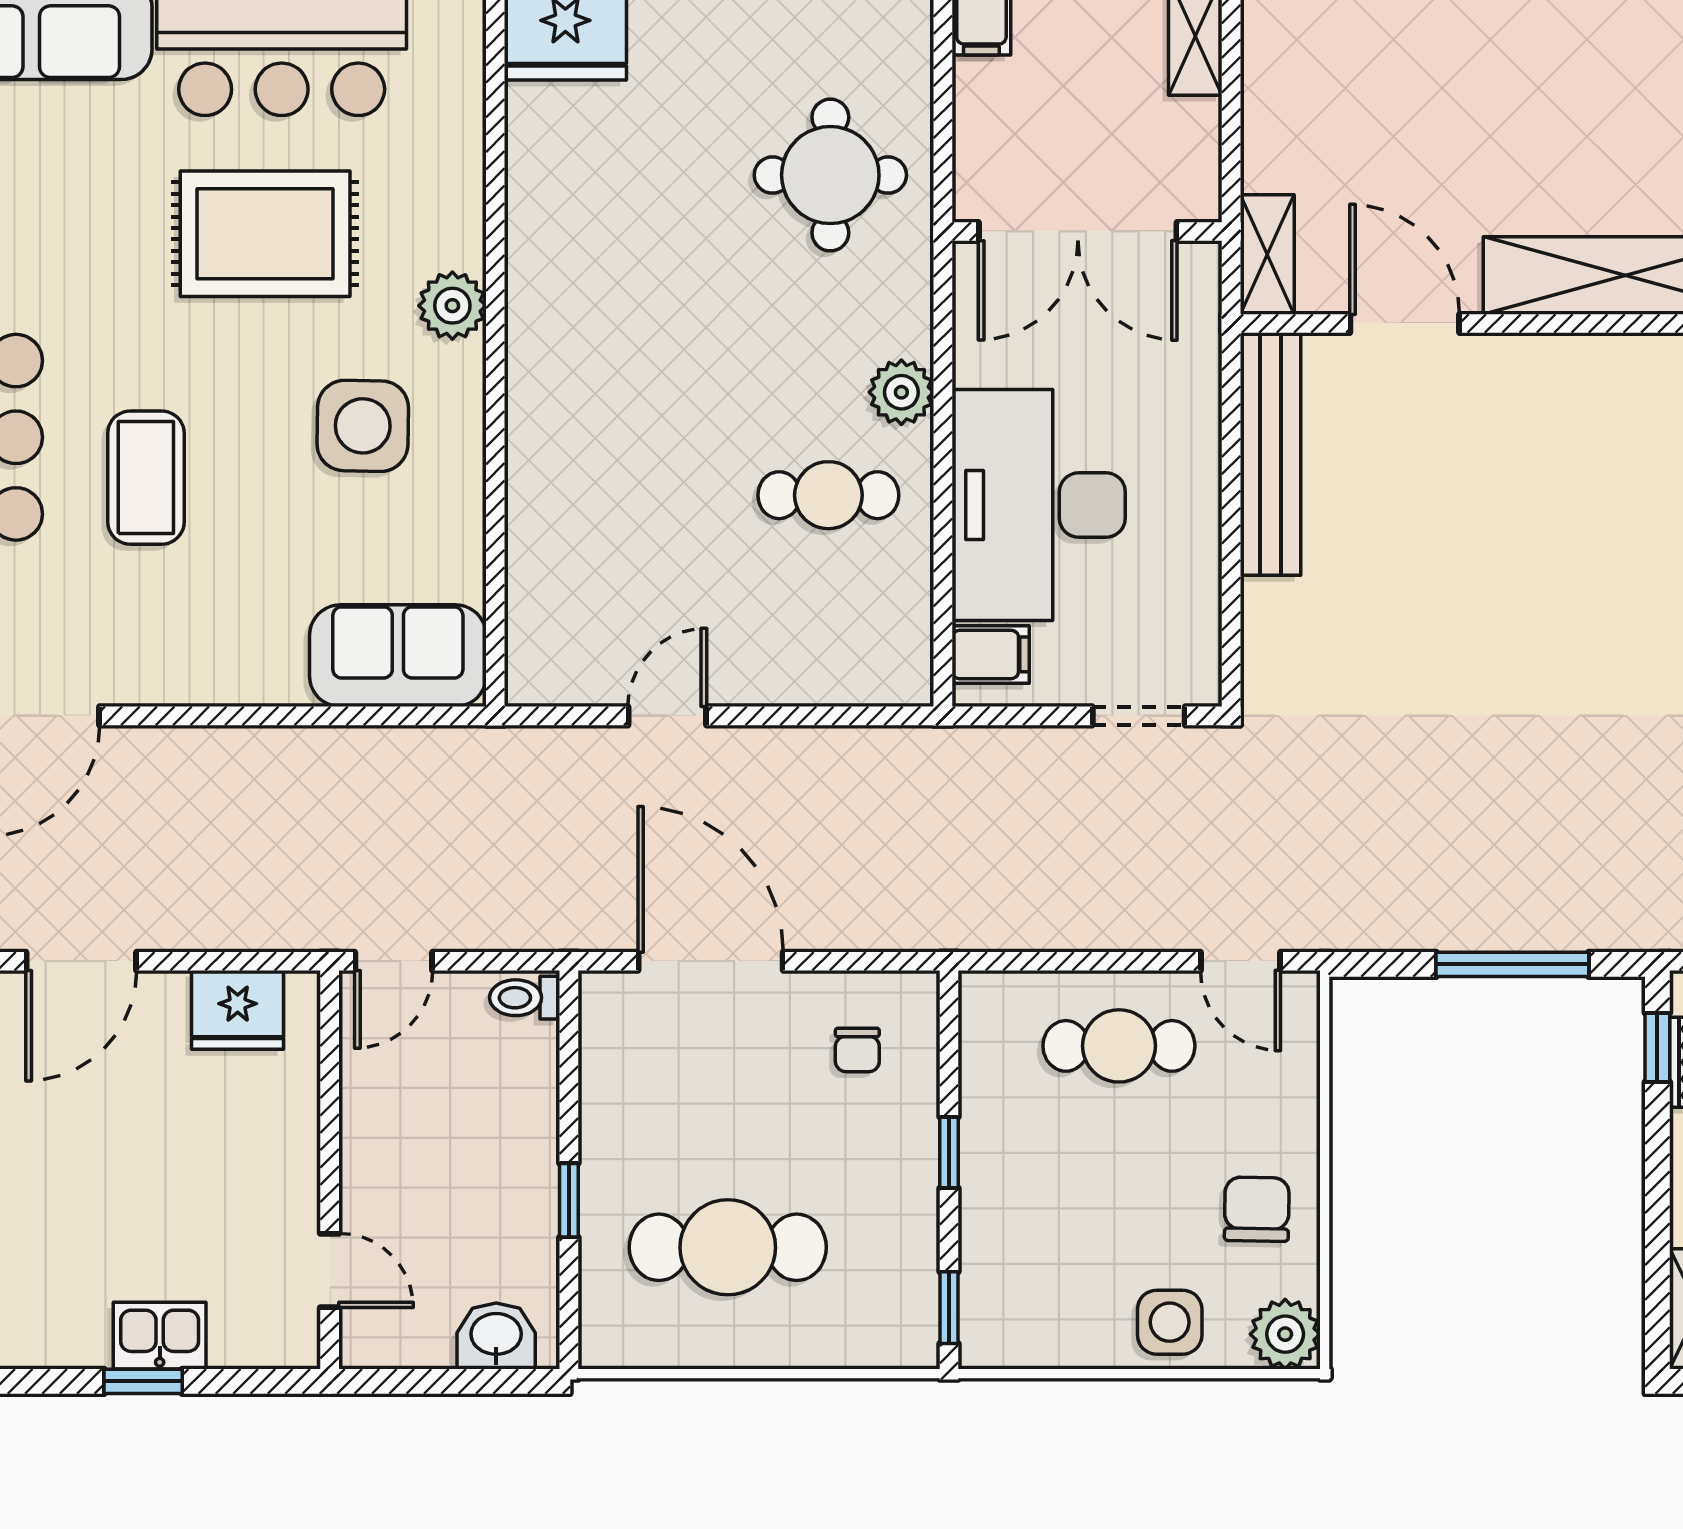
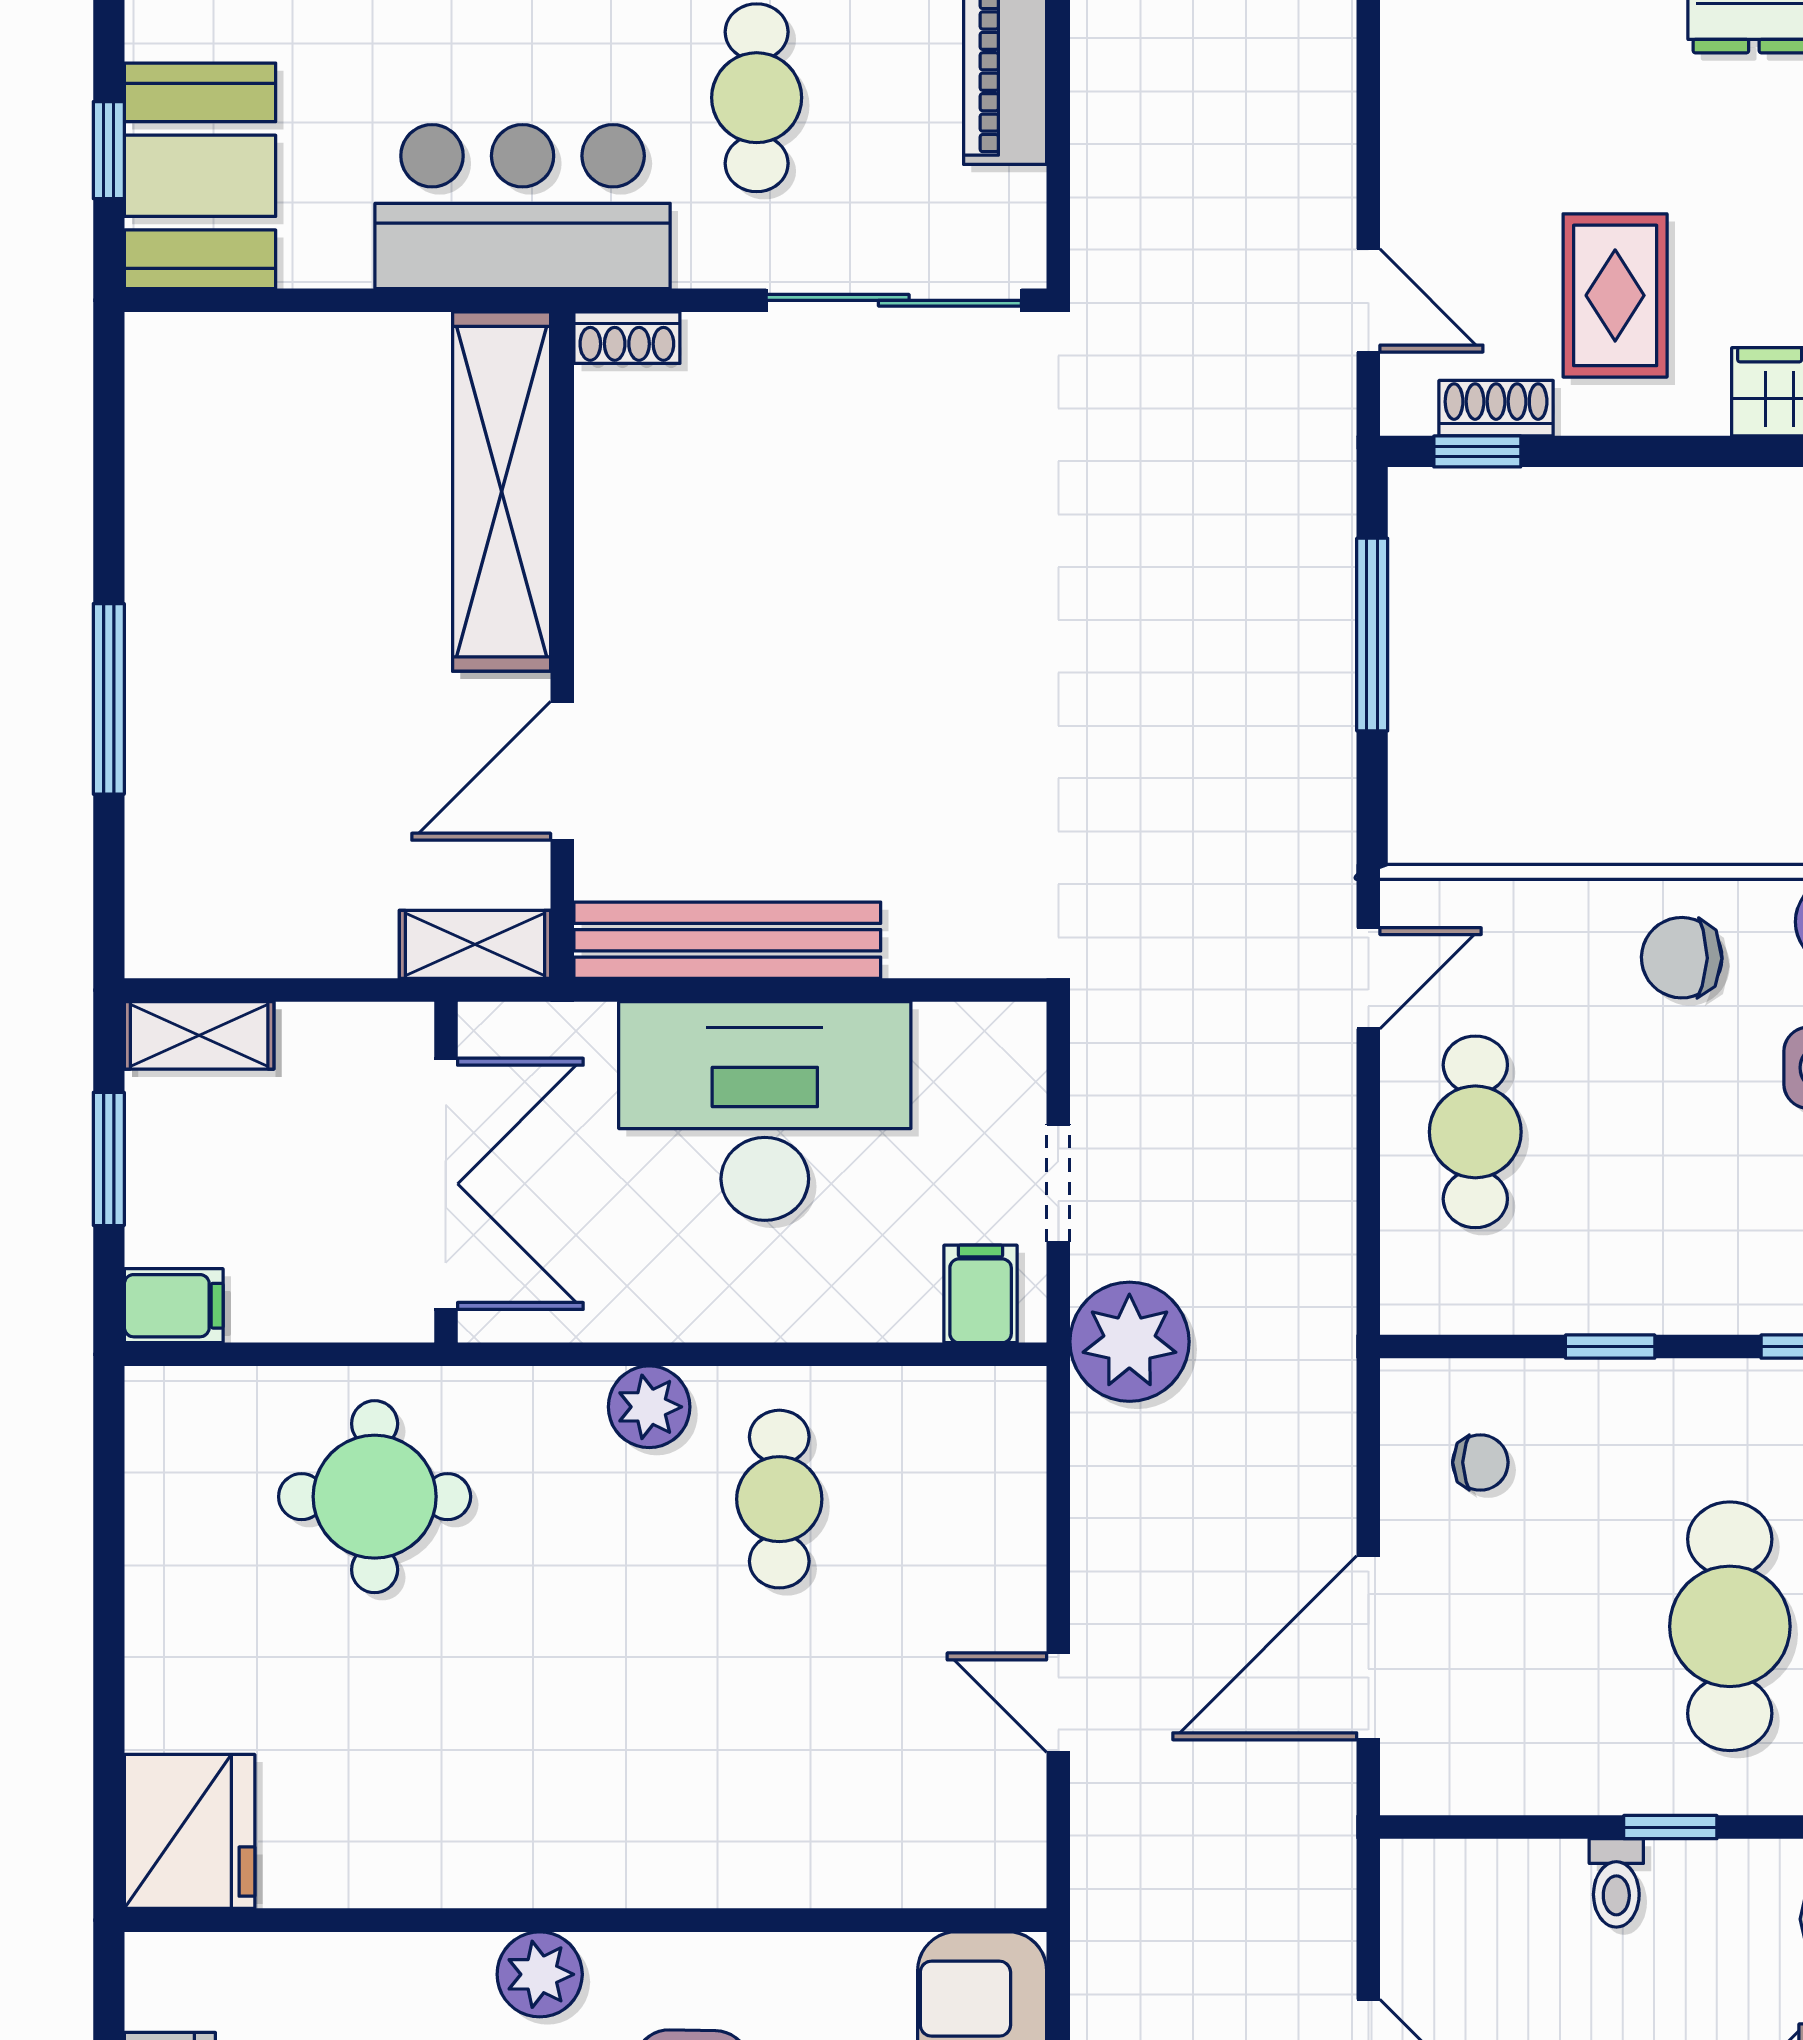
desk: (1039, 505) -> (765, 1111), moved, turned 180
doorway: (1139, 716) -> (1058, 1183), moved
plant: (953, 772) -> (1129, 1342), added
toilet: (525, 998) -> (1616, 1883), moved

